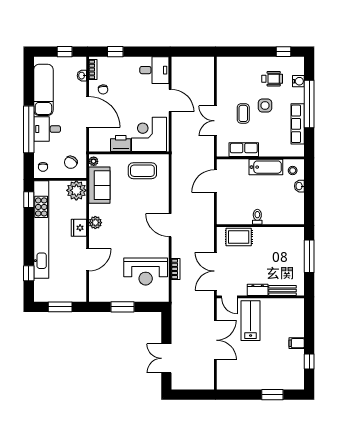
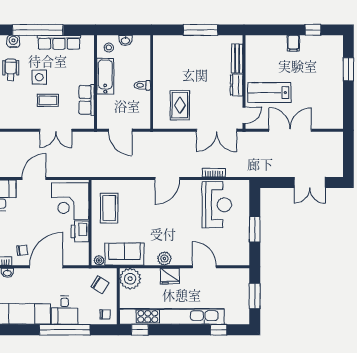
toilet: (257, 217) -> (142, 85), moved
wall: (260, 226) -> (152, 82), moved

